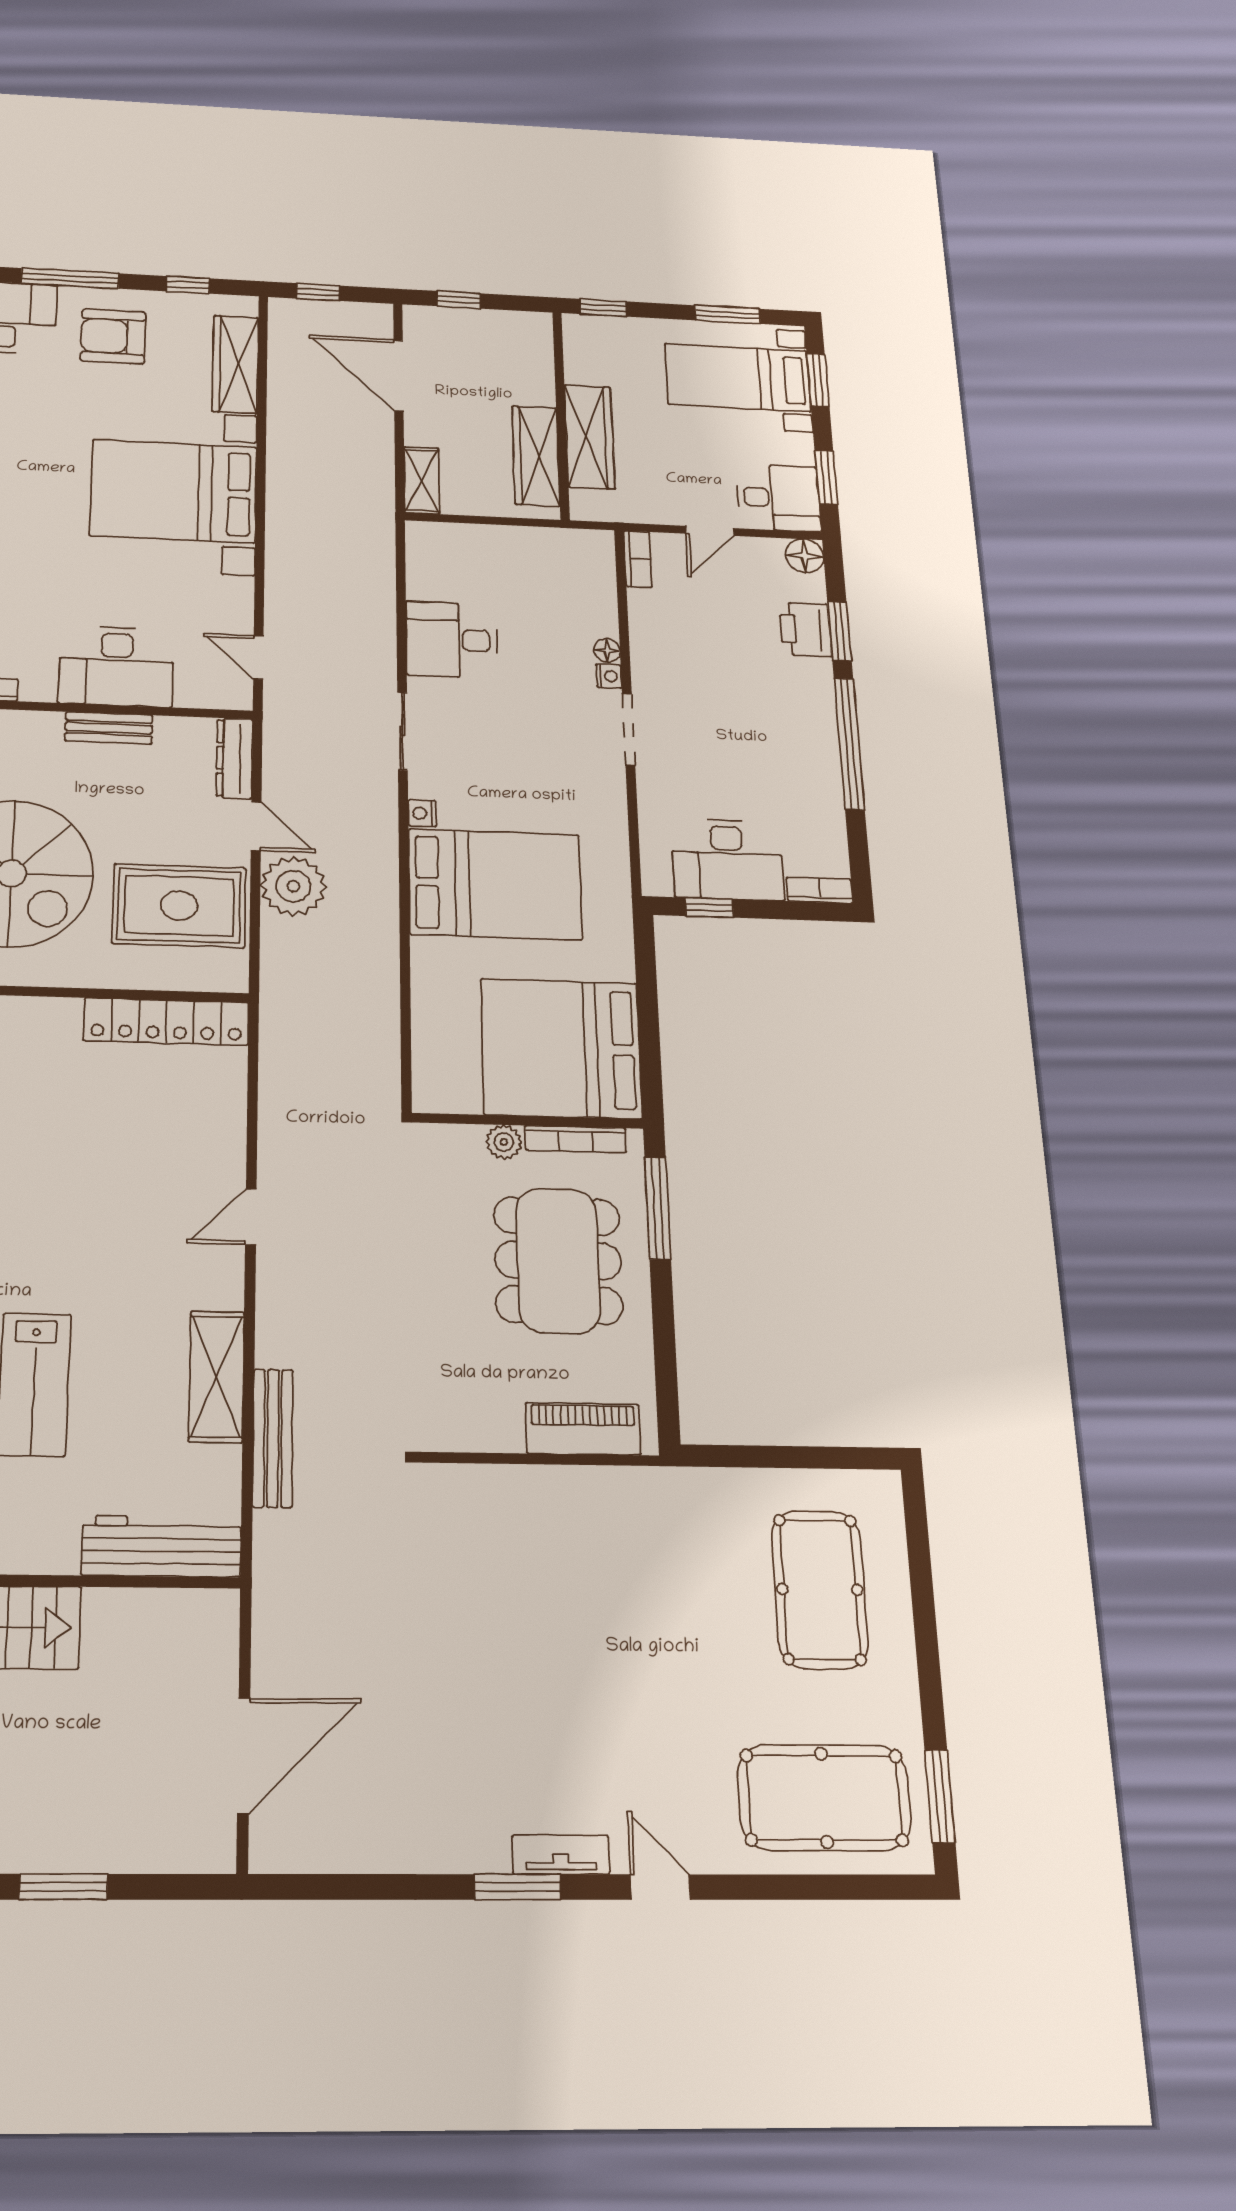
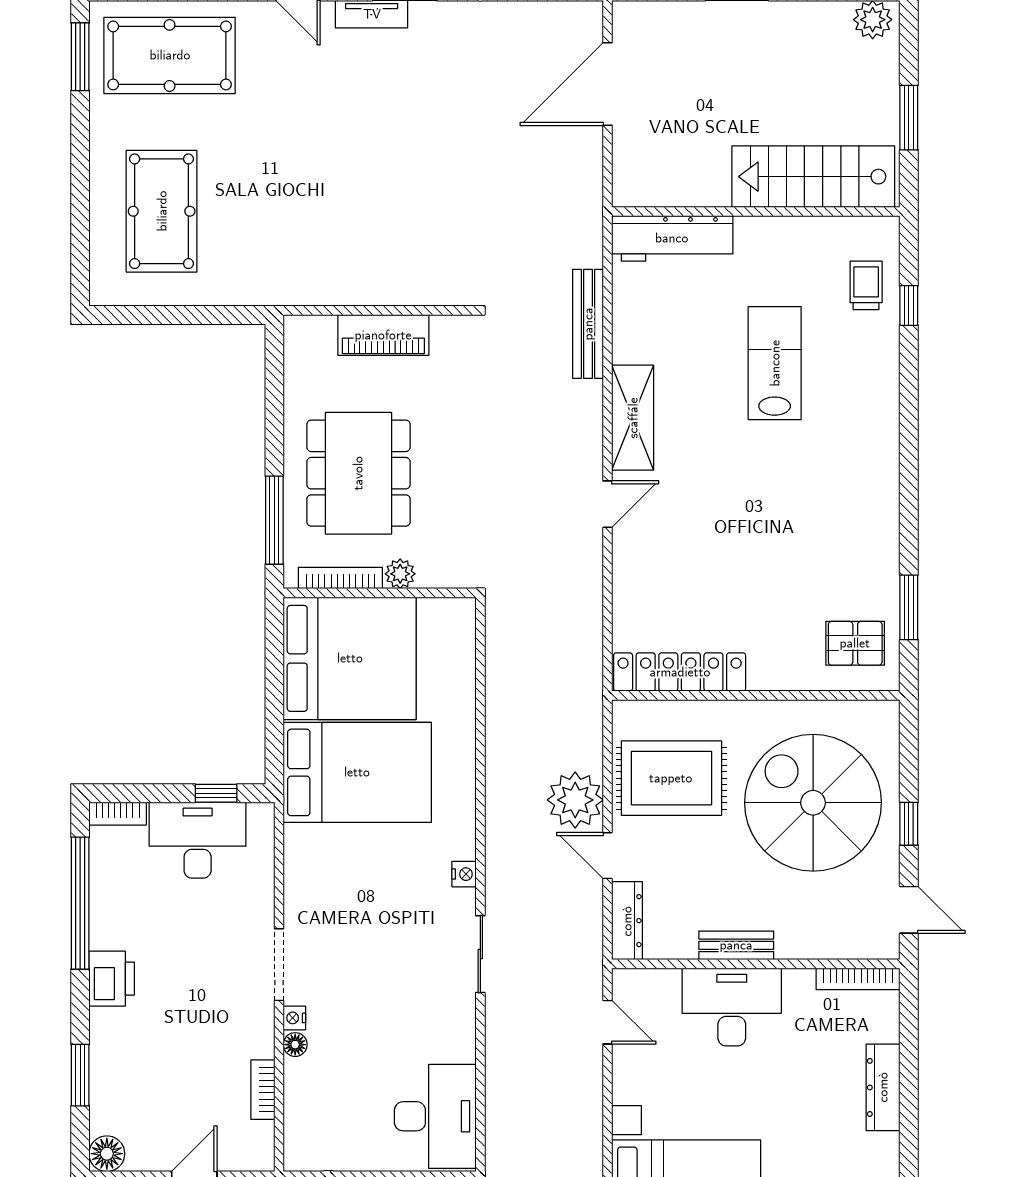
bookcase: (638, 559) -> (263, 1090), moved
printer: (805, 629) -> (112, 979), moved
desk: (452, 640) -> (435, 1116), moved, width x1.37
window: (849, 744) -> (80, 903), moved
bed: (495, 884) -> (357, 772), moved, turned 180
shelving: (217, 1376) -> (633, 418), moved
piano: (583, 1429) -> (383, 335), moved

